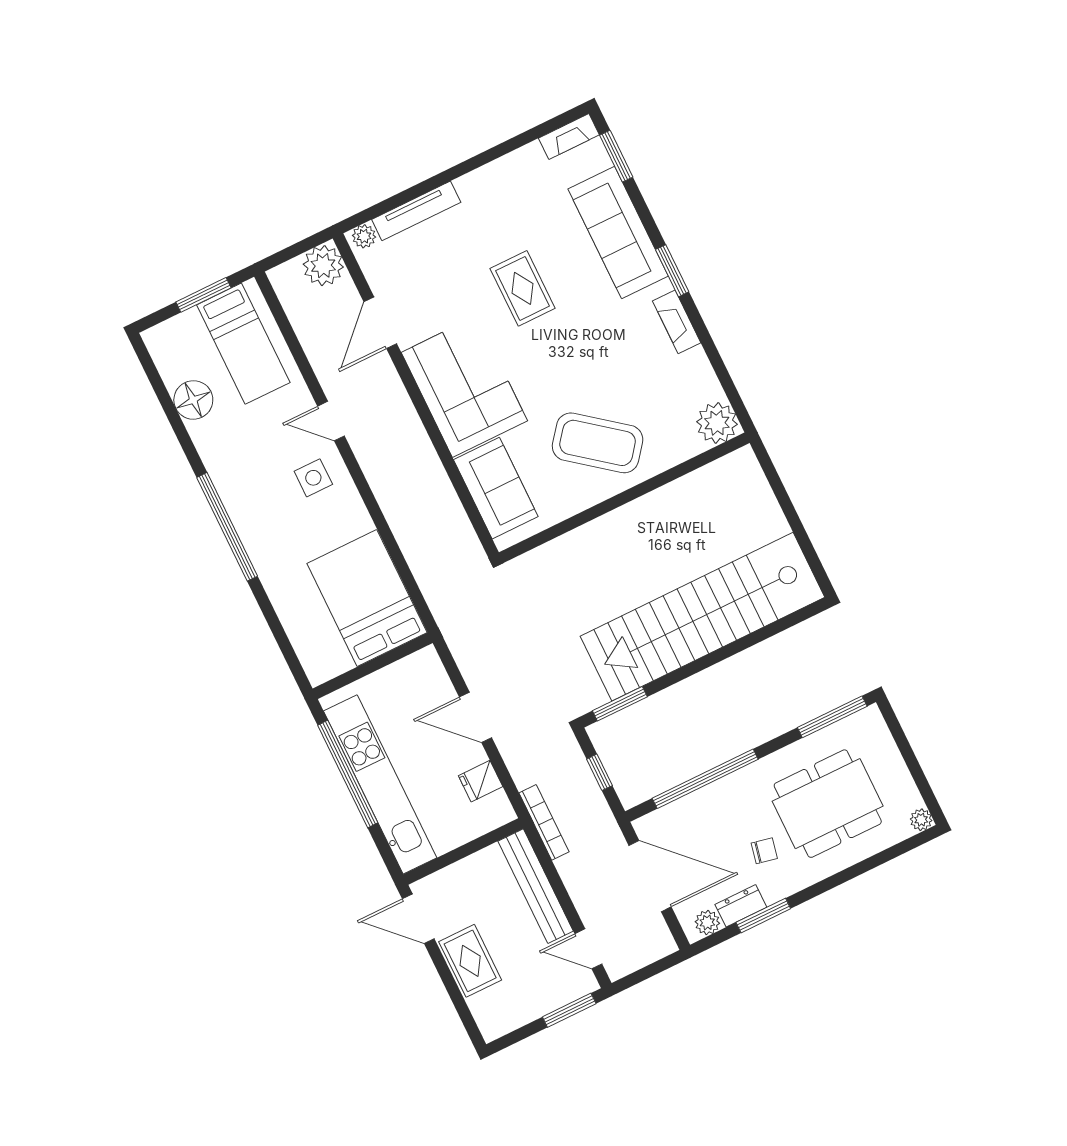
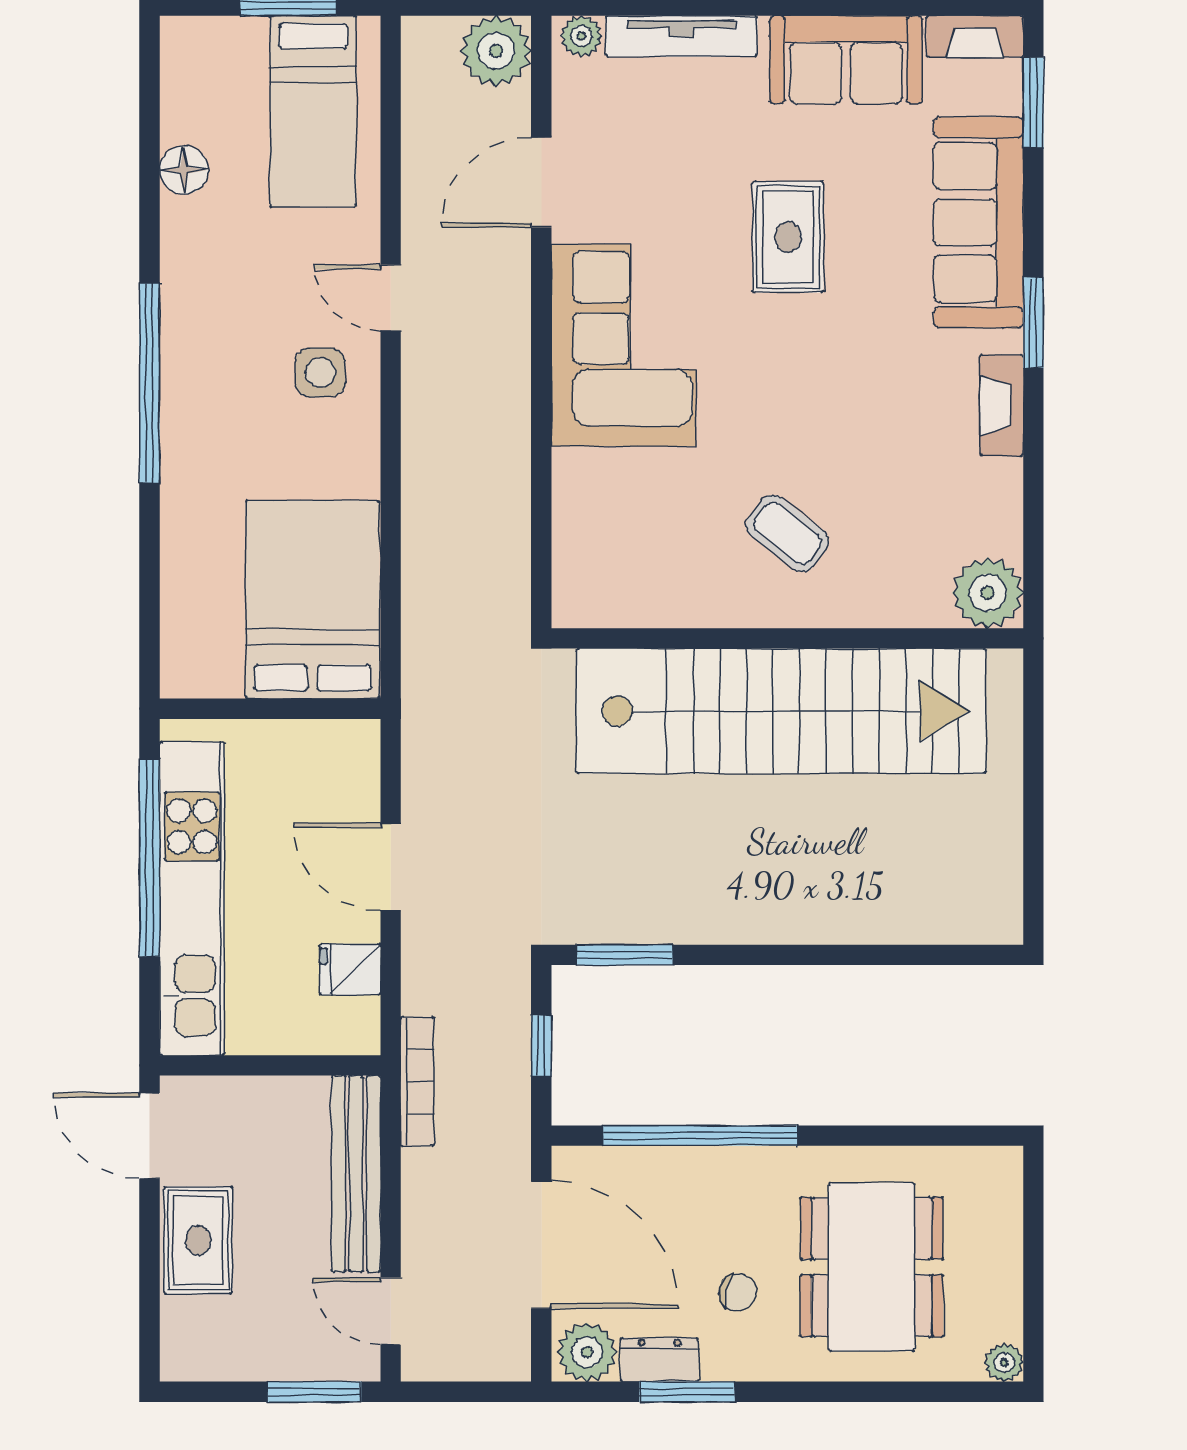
floor lamp: (193, 400) -> (184, 170), width x0.73, depth x0.73
coffee table: (598, 443) -> (787, 533), width x0.54, depth x0.58
sofa: (496, 488) -> (846, 60), moved, turned 90
stairs: (703, 617) -> (781, 711), moved, turned 180
window: (832, 717) -> (944, 1136), removed
dining table: (828, 804) -> (872, 1267), turned 90
plant: (707, 922) -> (587, 1352), width x1.38, depth x1.38

